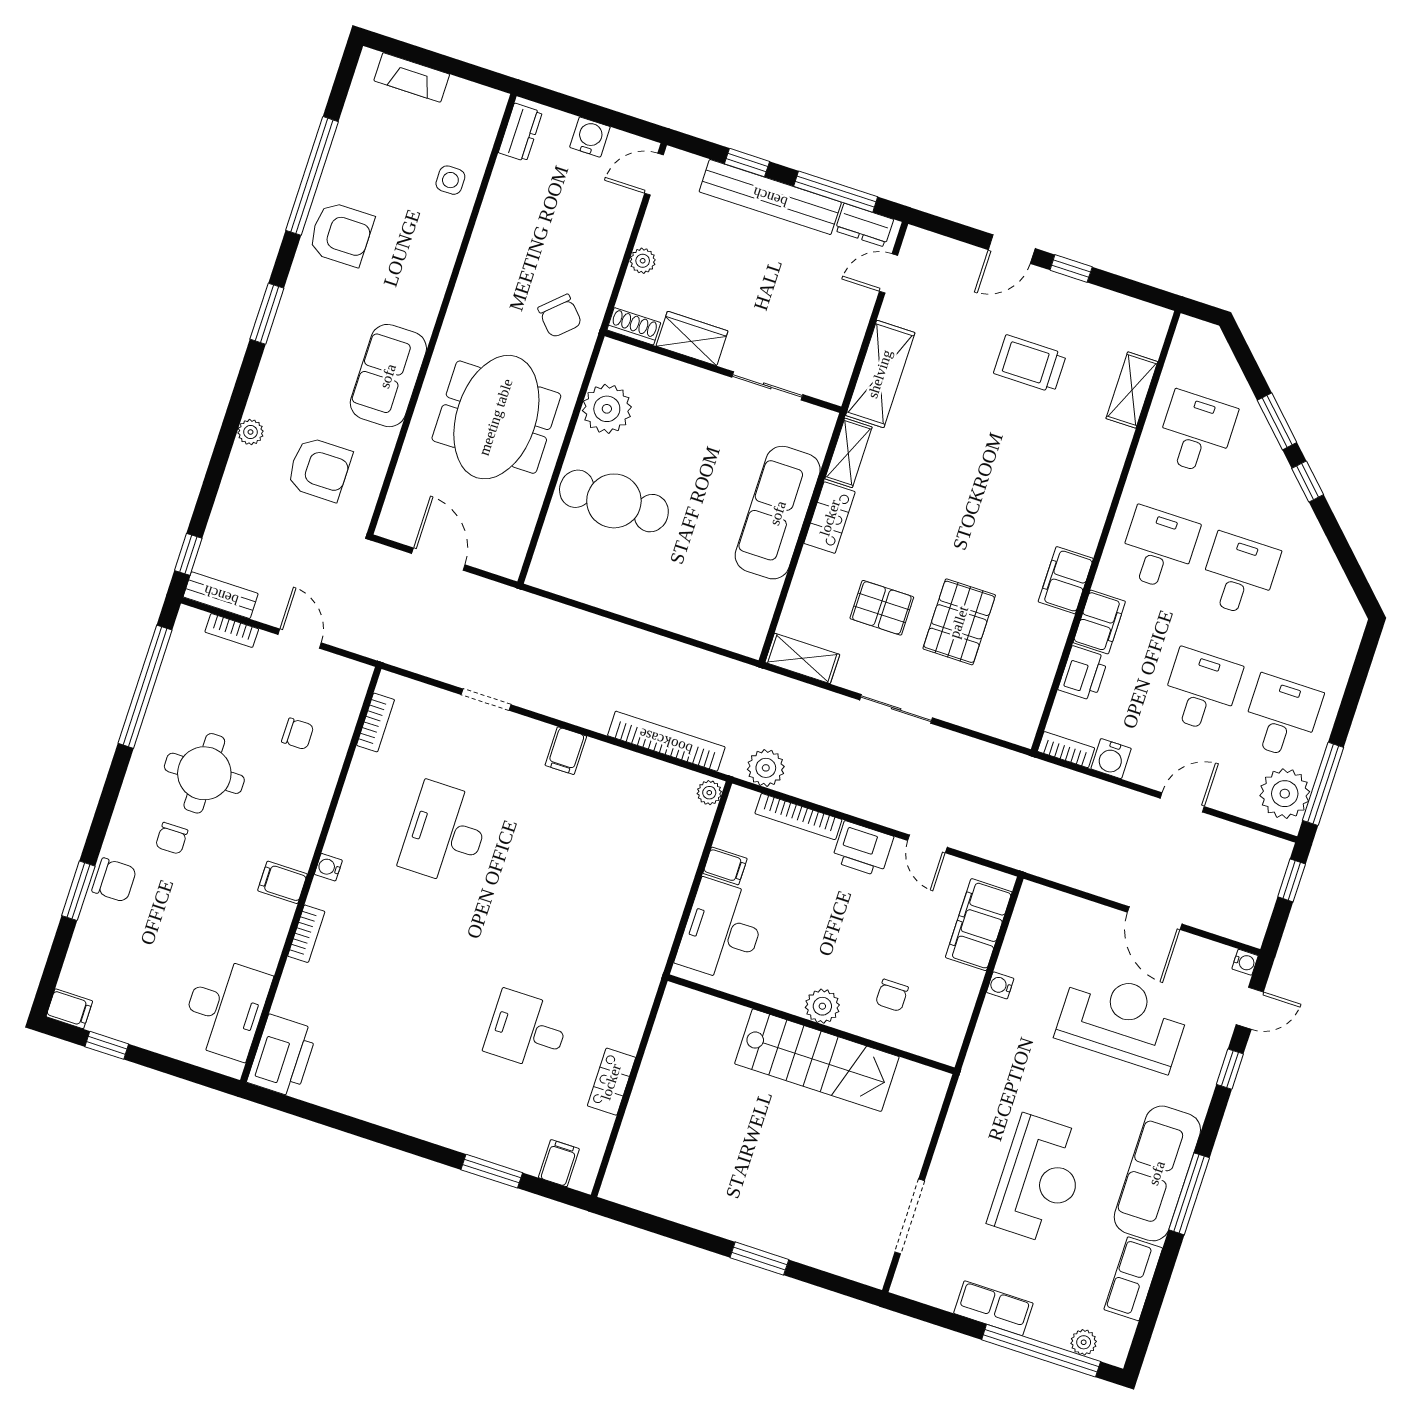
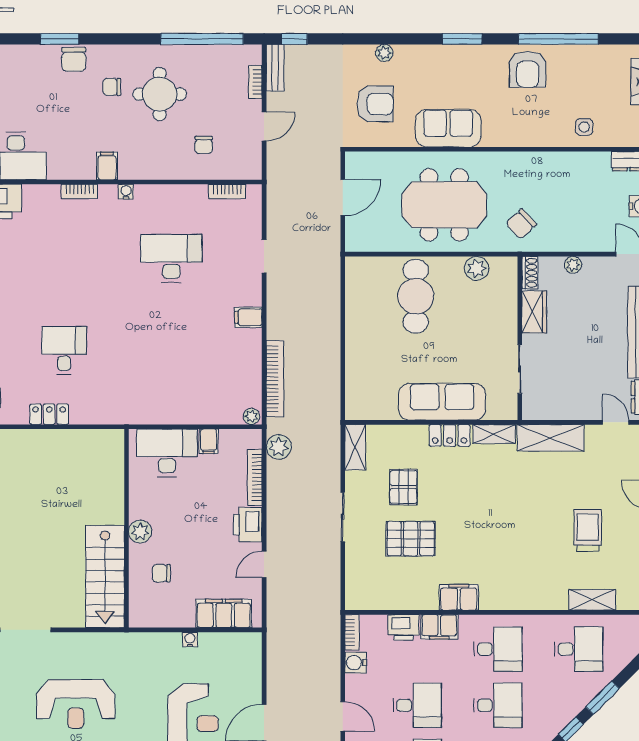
plant: (607, 409) -> (477, 268), width x0.73, depth x0.73
armchair: (319, 469) -> (375, 104), turned -90
stairs: (817, 1060) -> (105, 577), moved

